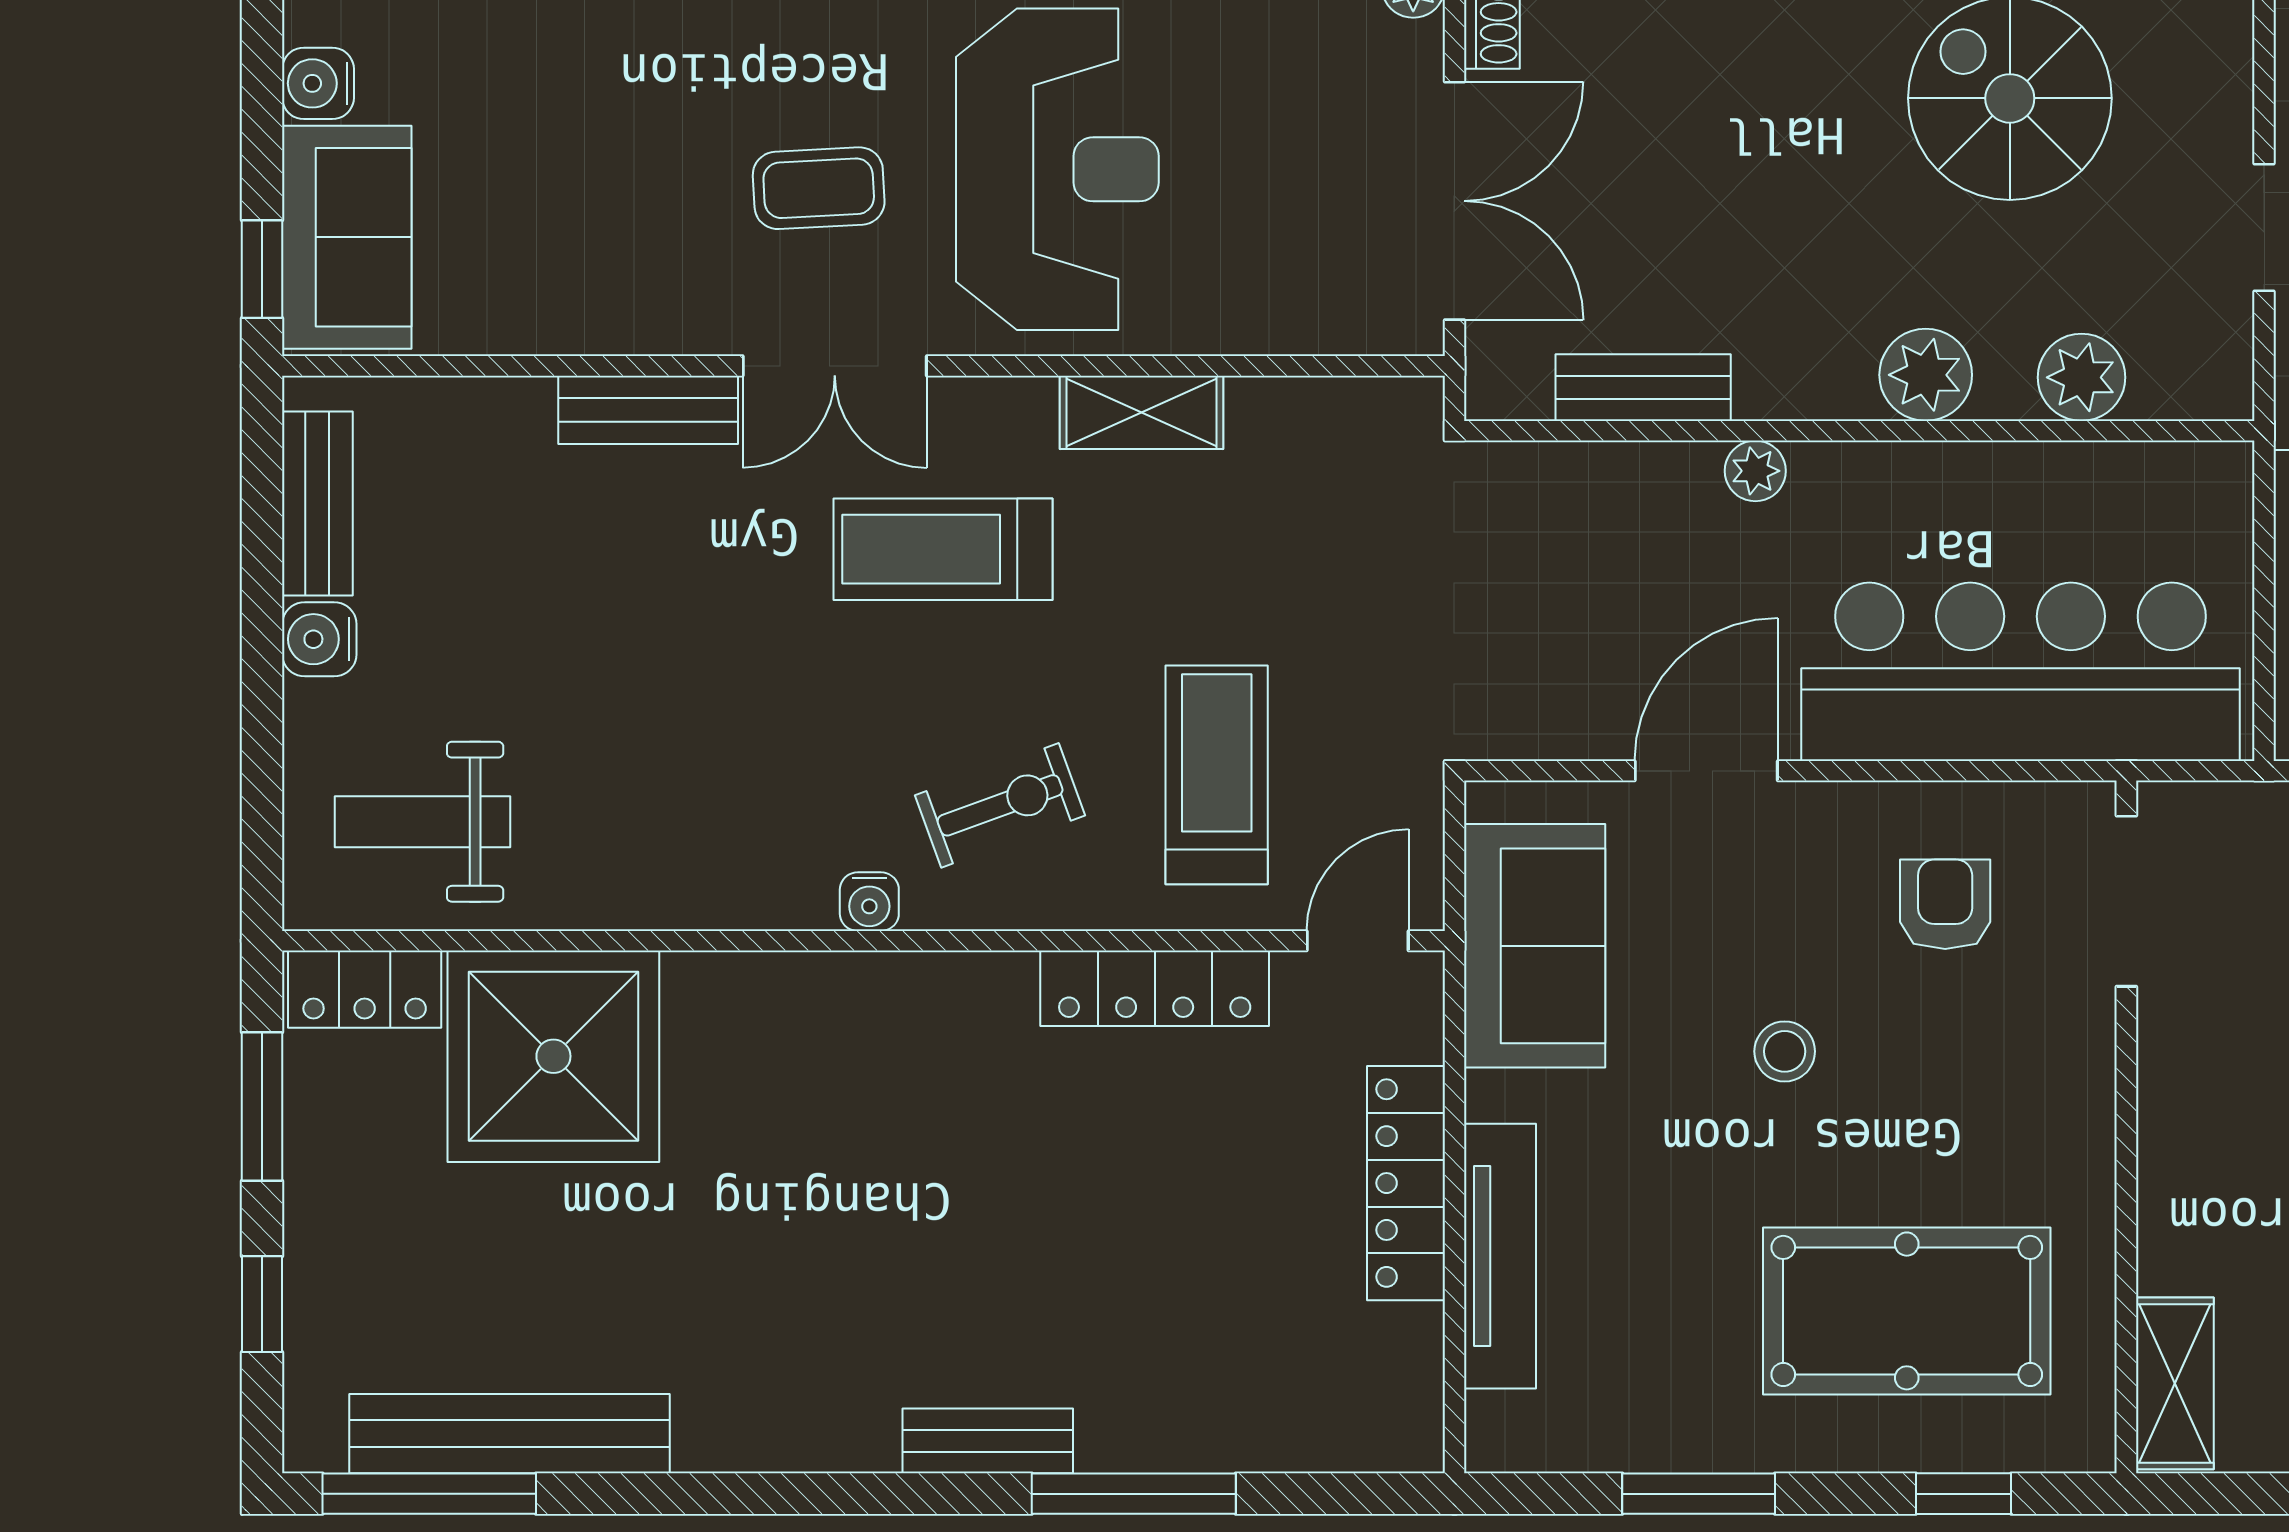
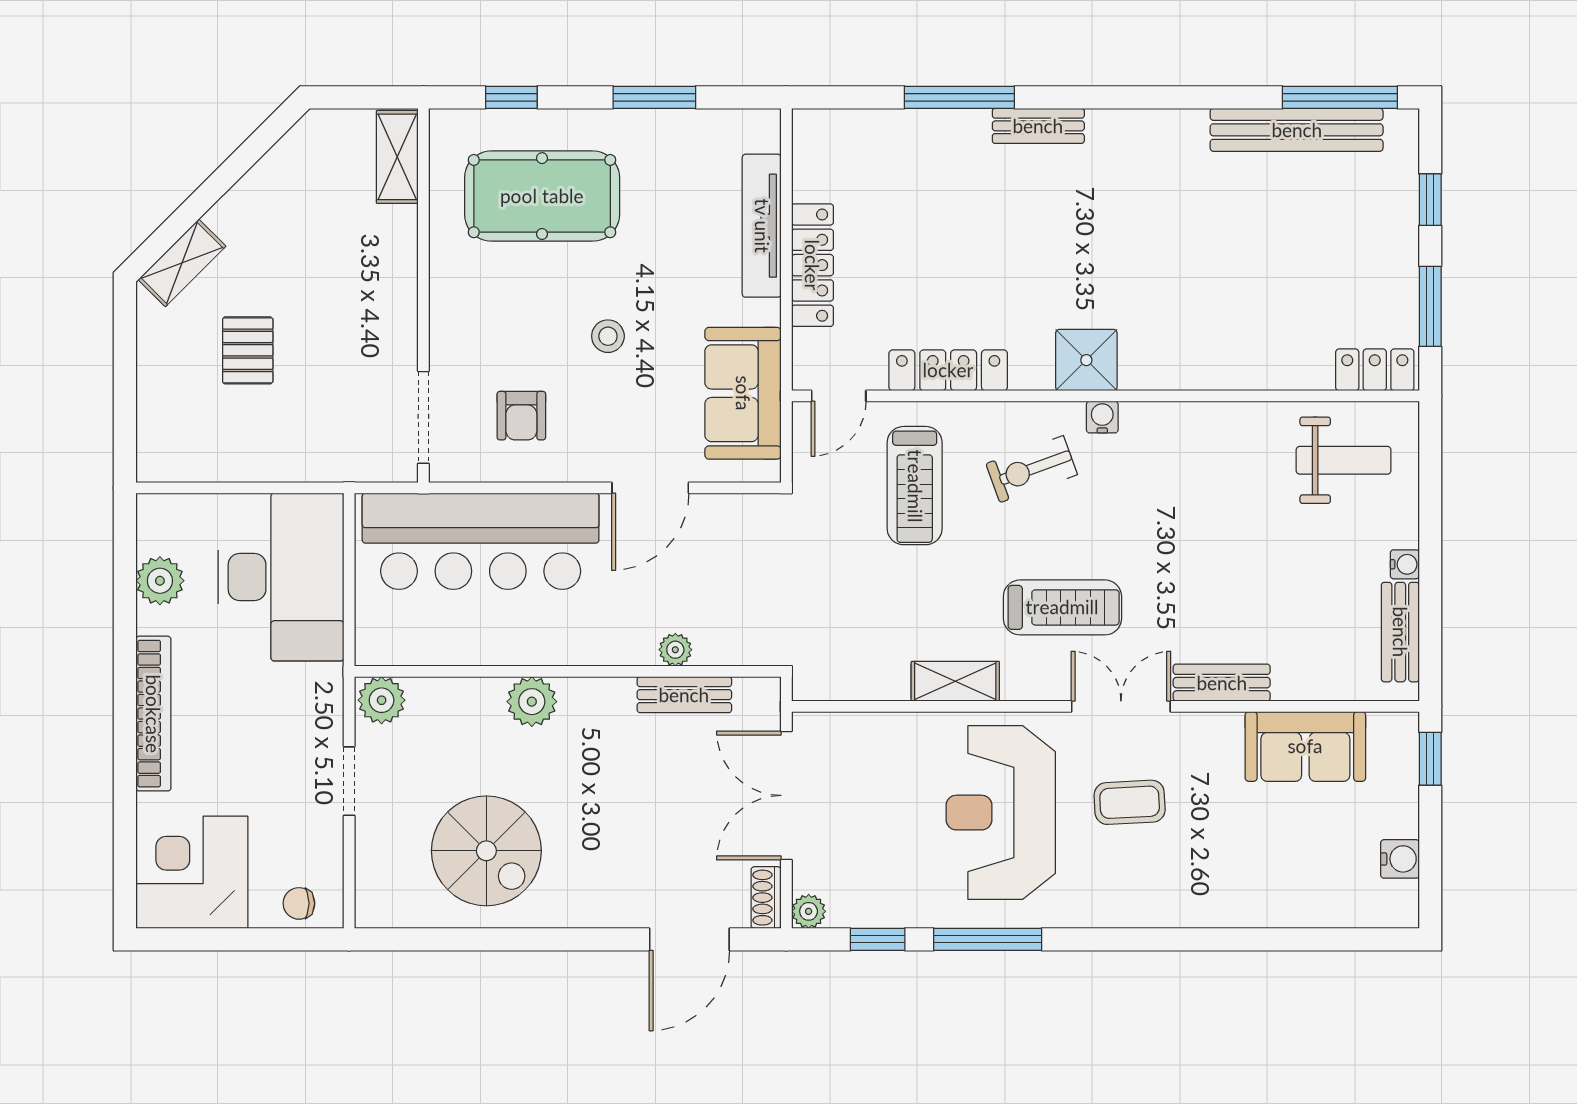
sofa: (347, 237) -> (1305, 746), moved, turned -90
plant: (2081, 377) -> (382, 700), moved
plant: (1755, 471) -> (675, 650), moved
water cooler: (319, 639) -> (1405, 564), width x0.72, depth x0.72
shower: (553, 1056) -> (1086, 360), moved, width x0.54, depth x0.54

